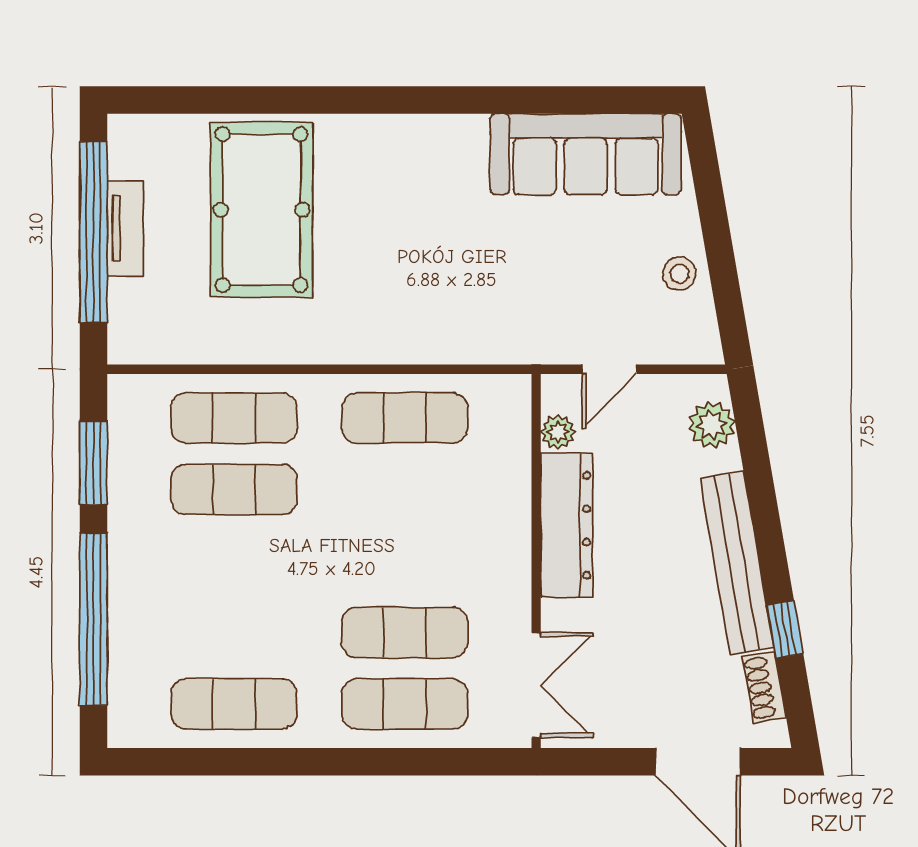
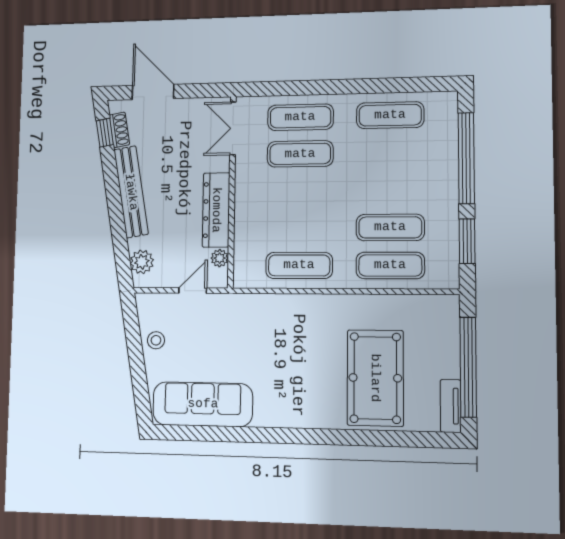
tv unit: (125, 228) -> (451, 406), moved
window: (785, 629) -> (105, 133), moved

